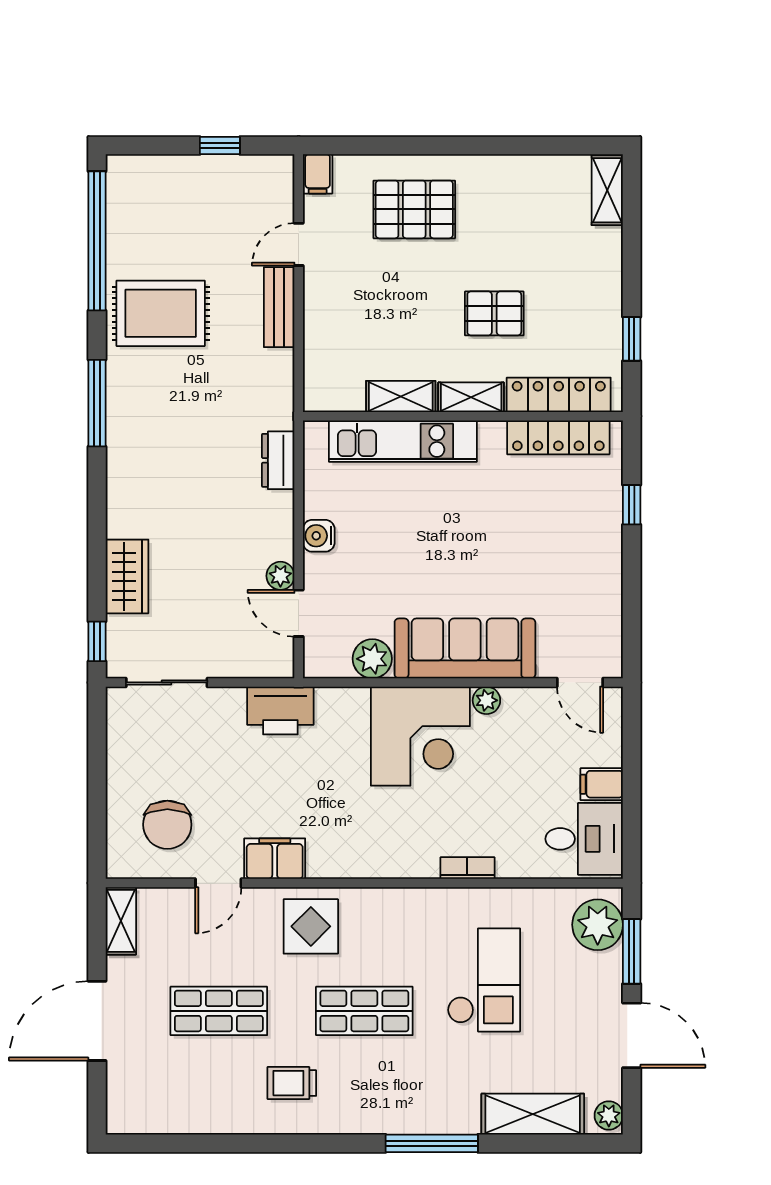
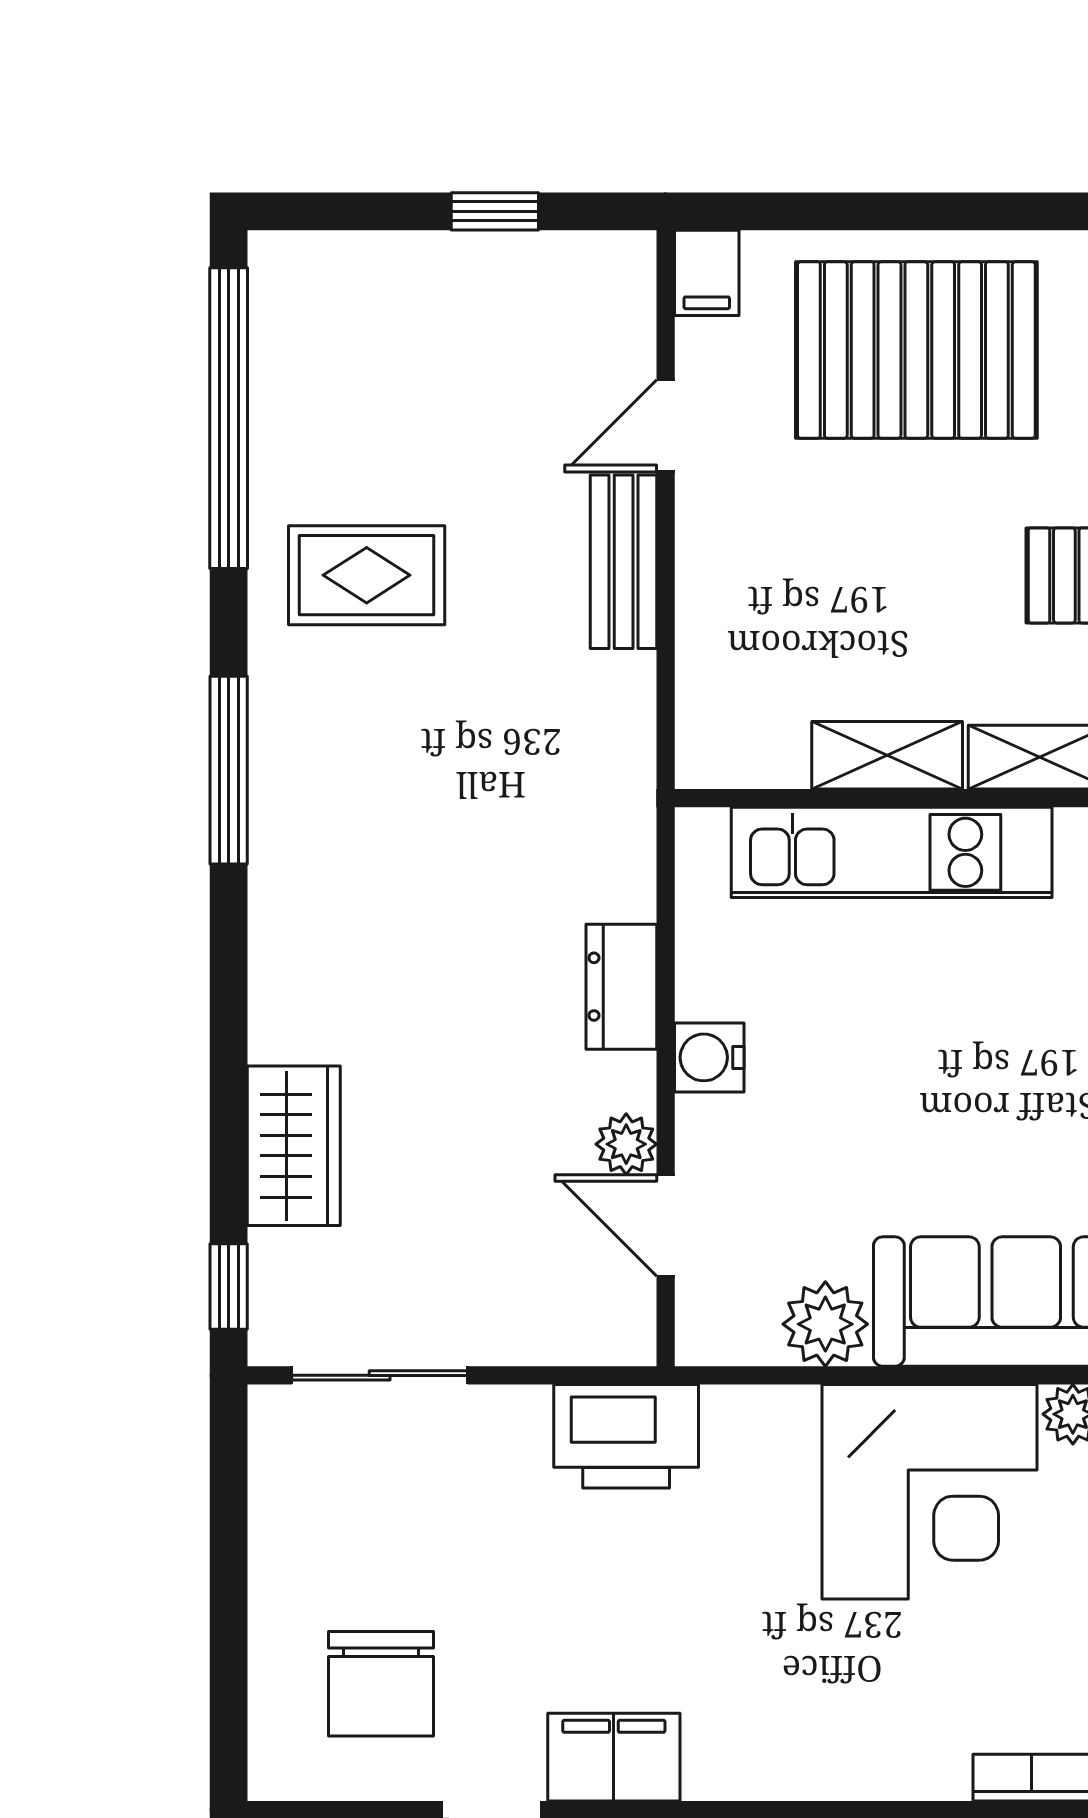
pallet: (414, 209) -> (916, 350), width x1.37, depth x1.41
rug: (161, 313) -> (367, 575), width x0.73, depth x0.70
dresser: (278, 460) -> (621, 987), moved

